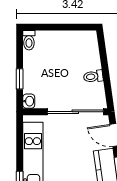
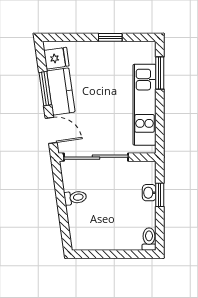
washbasin: (29, 101) -> (149, 193), moved

